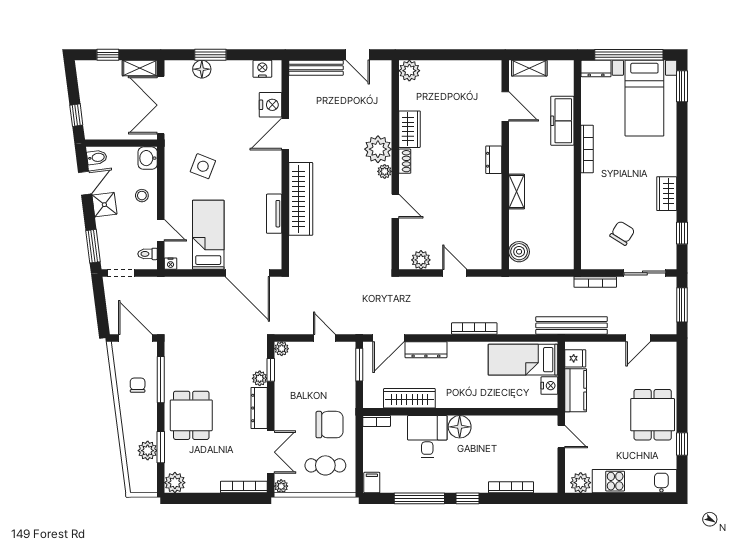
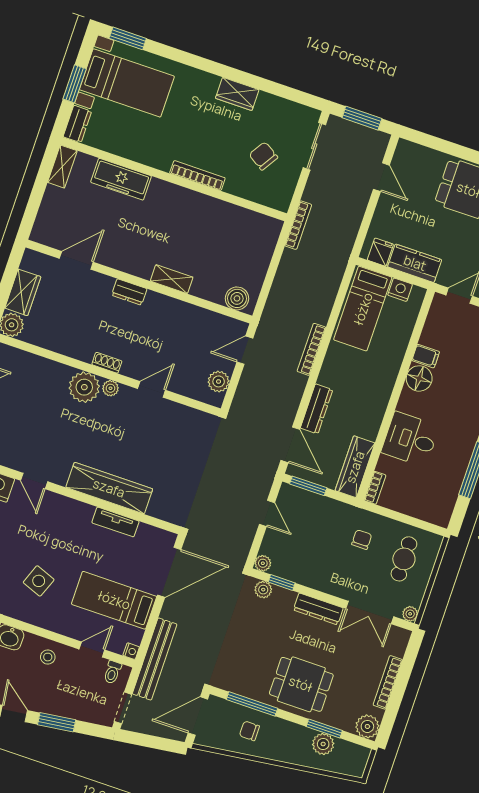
window: (629, 55) -> (75, 84), width x0.47
shelving: (529, 68) -> (62, 167), moved
door: (505, 106) -> (76, 260), moved
wardrobe: (409, 129) -> (23, 292), moved, turned 90
door: (285, 134) -> (34, 481), width x0.73
bookcase: (587, 149) -> (197, 176), moved
dresser: (494, 160) -> (129, 292), moved
wall: (505, 165) -> (139, 282), moved
shelving: (517, 192) -> (172, 279), moved
shower: (104, 205) -> (44, 701), removed
window: (682, 233) -> (285, 92), removed
window: (93, 246) -> (57, 722), moved
boiler: (519, 252) -> (237, 298), moved
bookcase: (595, 282) -> (298, 225), moved
bench: (572, 325) -> (155, 659), moved
door: (324, 338) -> (267, 513), swing flipped
plant: (260, 378) -> (263, 590), moved
wardrobe: (409, 398) -> (355, 467), moved
chair: (330, 425) -> (362, 540), width x0.54, depth x0.54
floor lamp: (460, 427) -> (419, 378), moved
double door: (271, 452) -> (370, 612), swing flipped
filing cabinet: (372, 483) -> (426, 356), moved, turned 180
bookcase: (244, 487) -> (388, 682), moved

